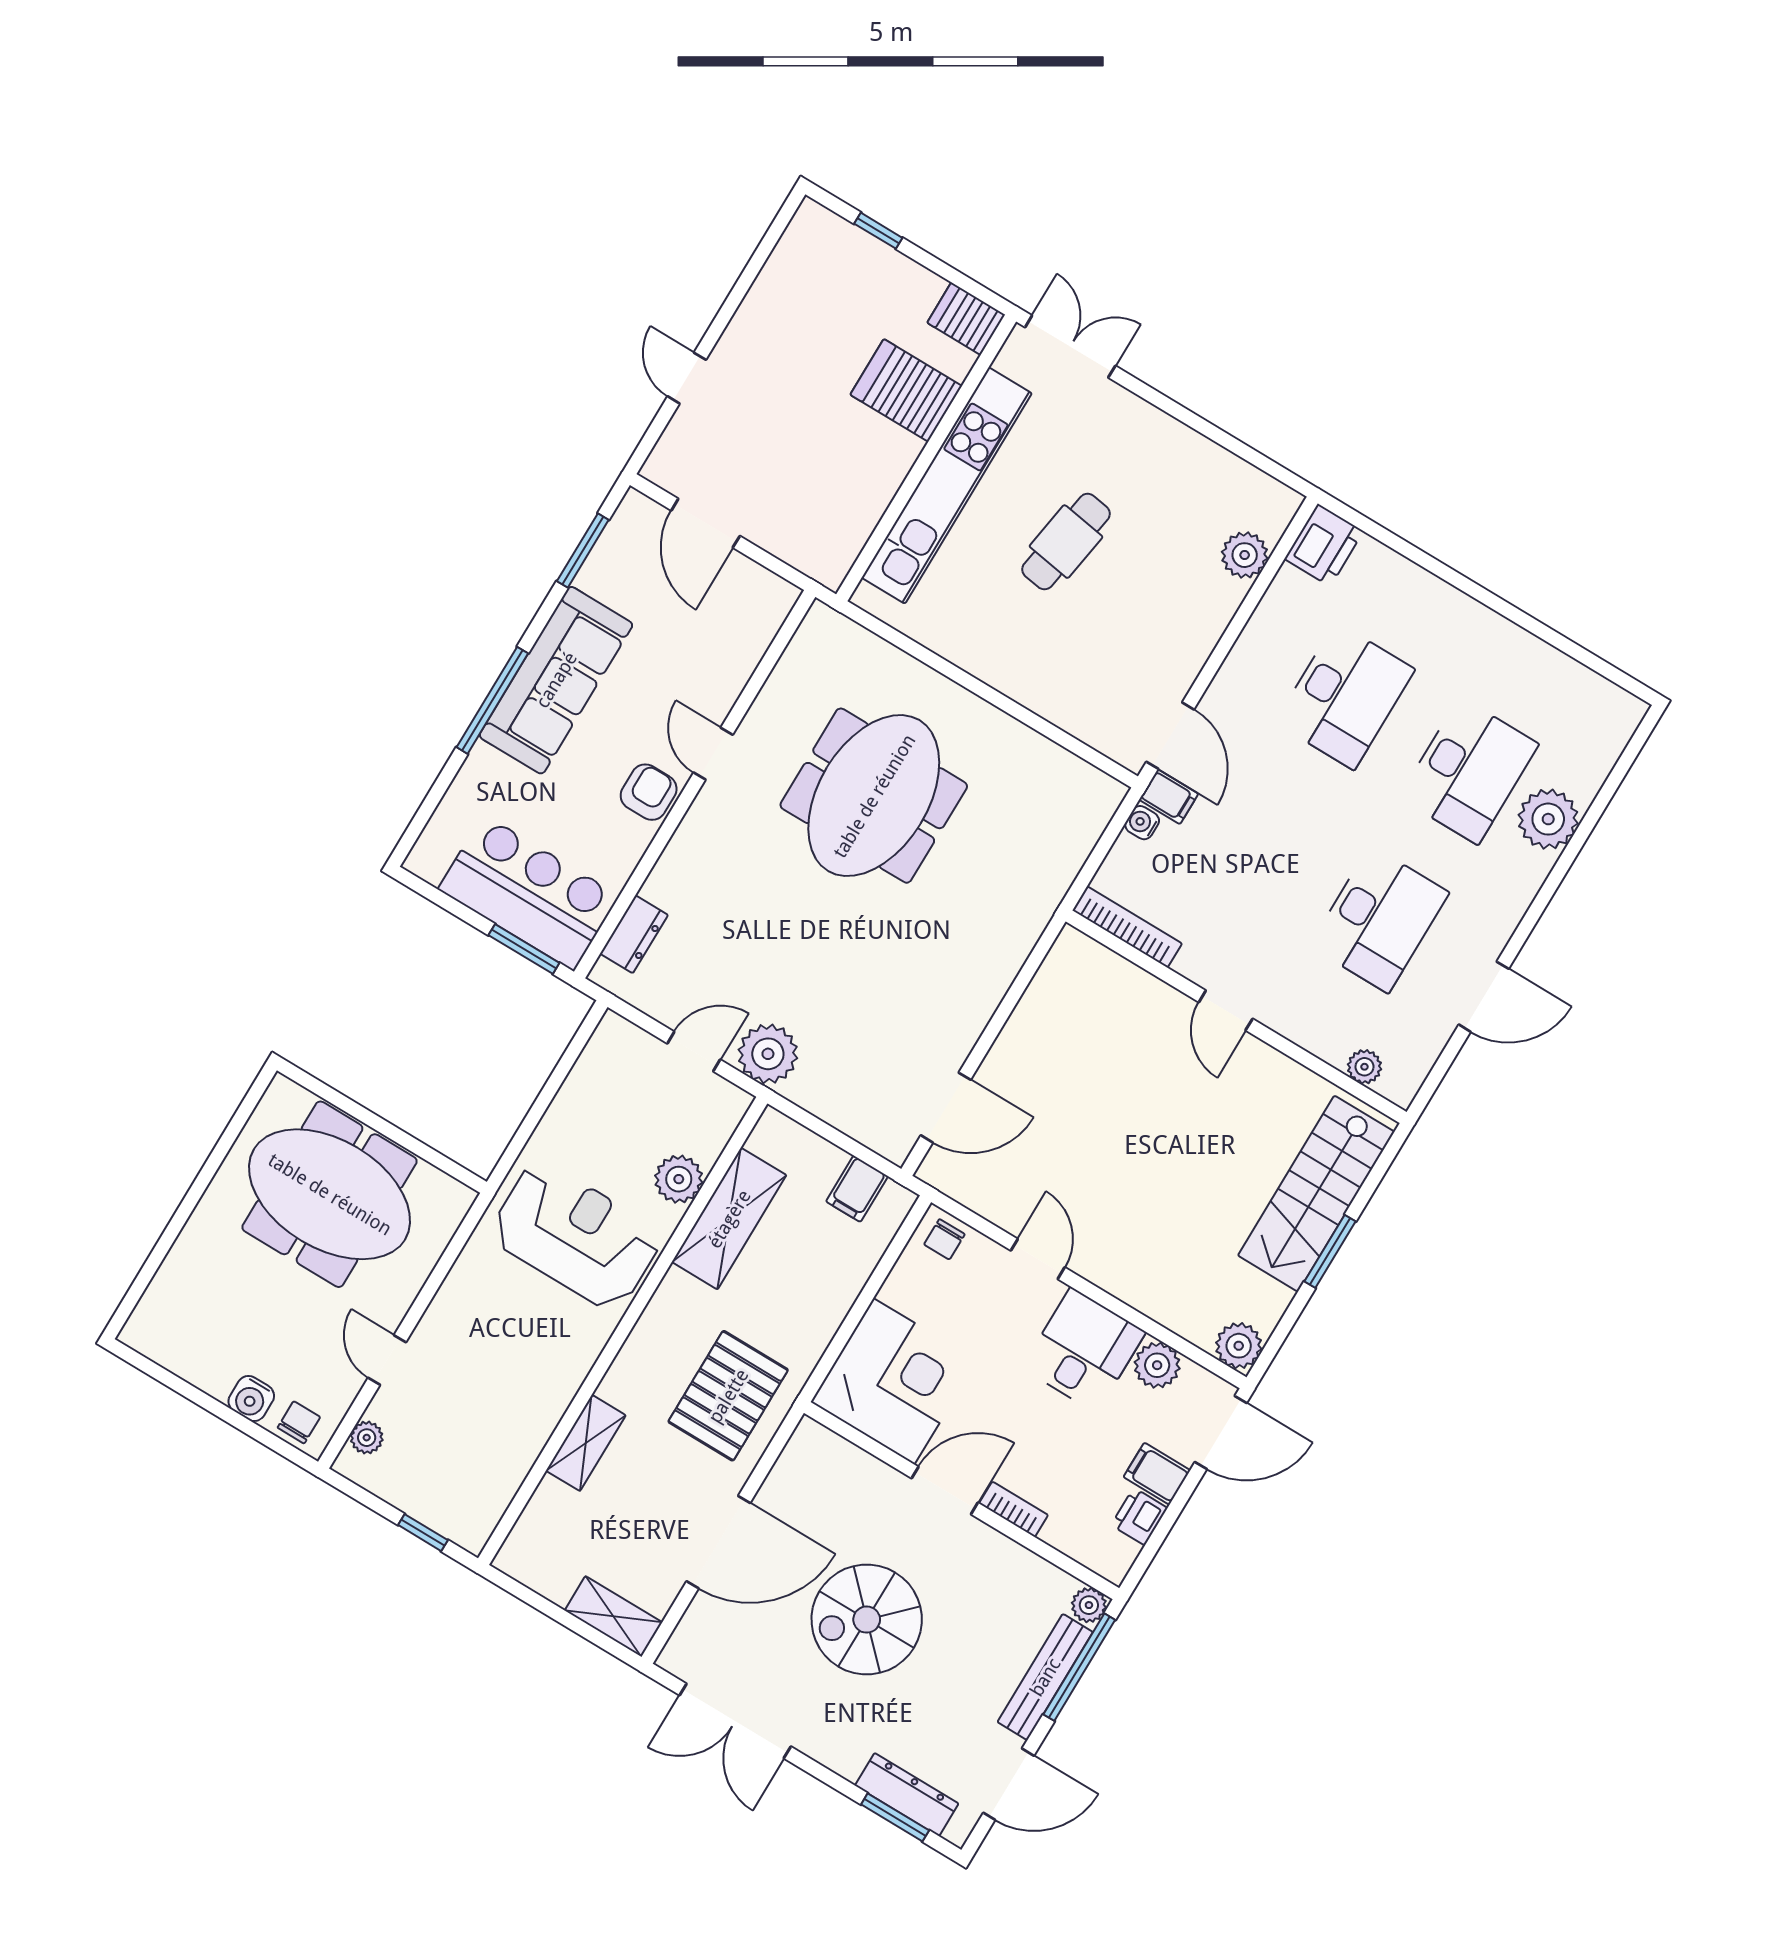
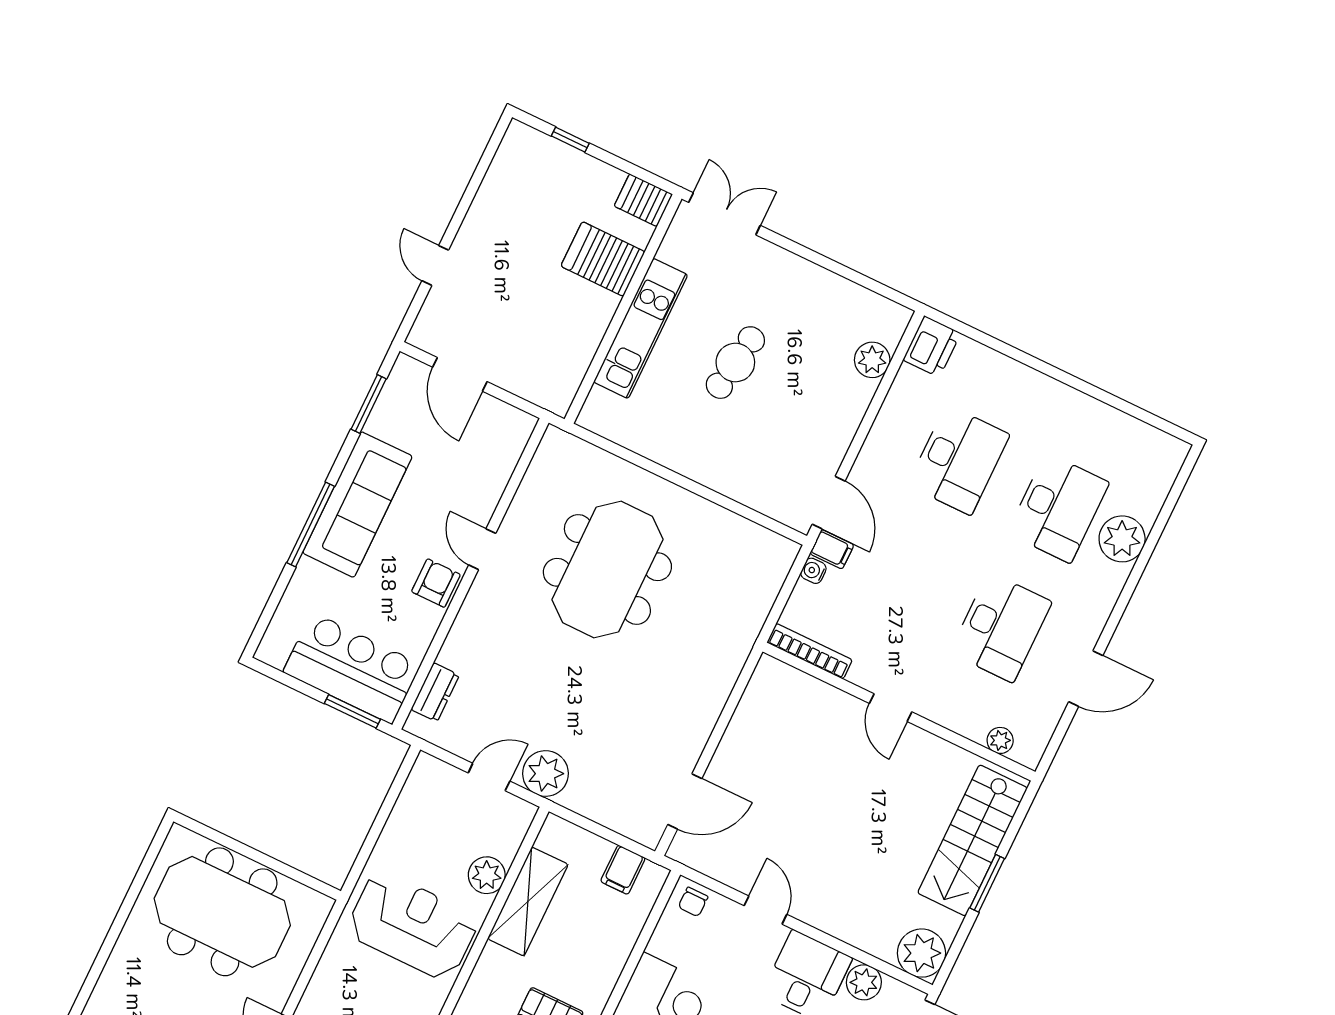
kitchen unit: (947, 485) -> (641, 328), width x0.73
plant: (1239, 1346) -> (921, 953), width x1.36, depth x1.36

